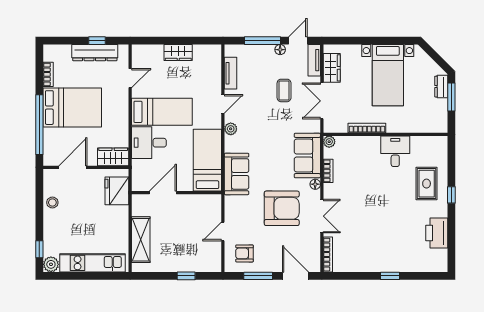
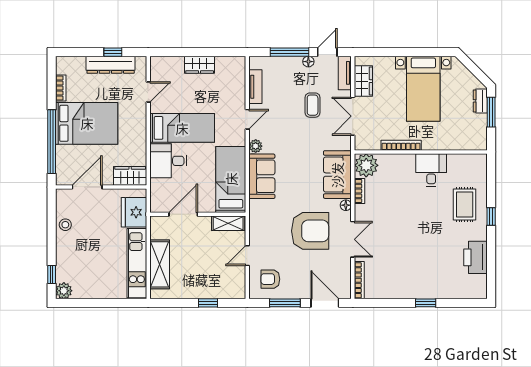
plant: (329, 142) -> (366, 165), width x1.87, depth x1.87
sofa: (237, 174) -> (262, 176), moved
shelving: (205, 201) -> (228, 223), added
kitchen unit: (93, 263) -> (137, 263), moved, turned -90

